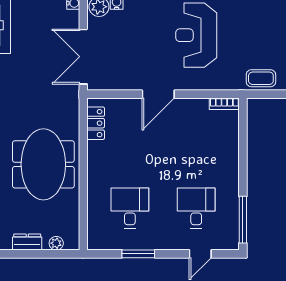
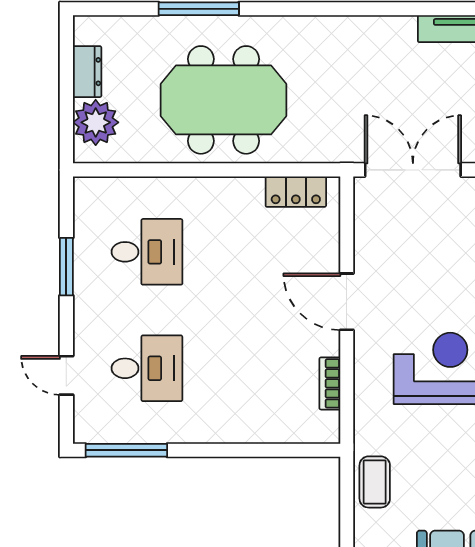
bookcase: (224, 104) -> (330, 383), moved
plant: (56, 243) -> (96, 122), width x1.88, depth x1.88

